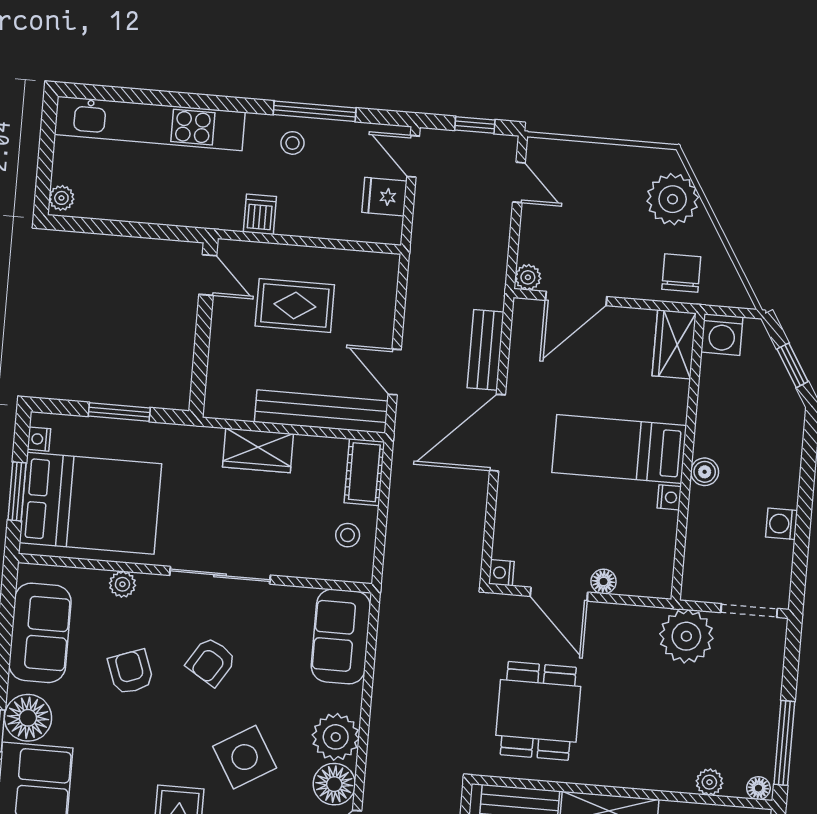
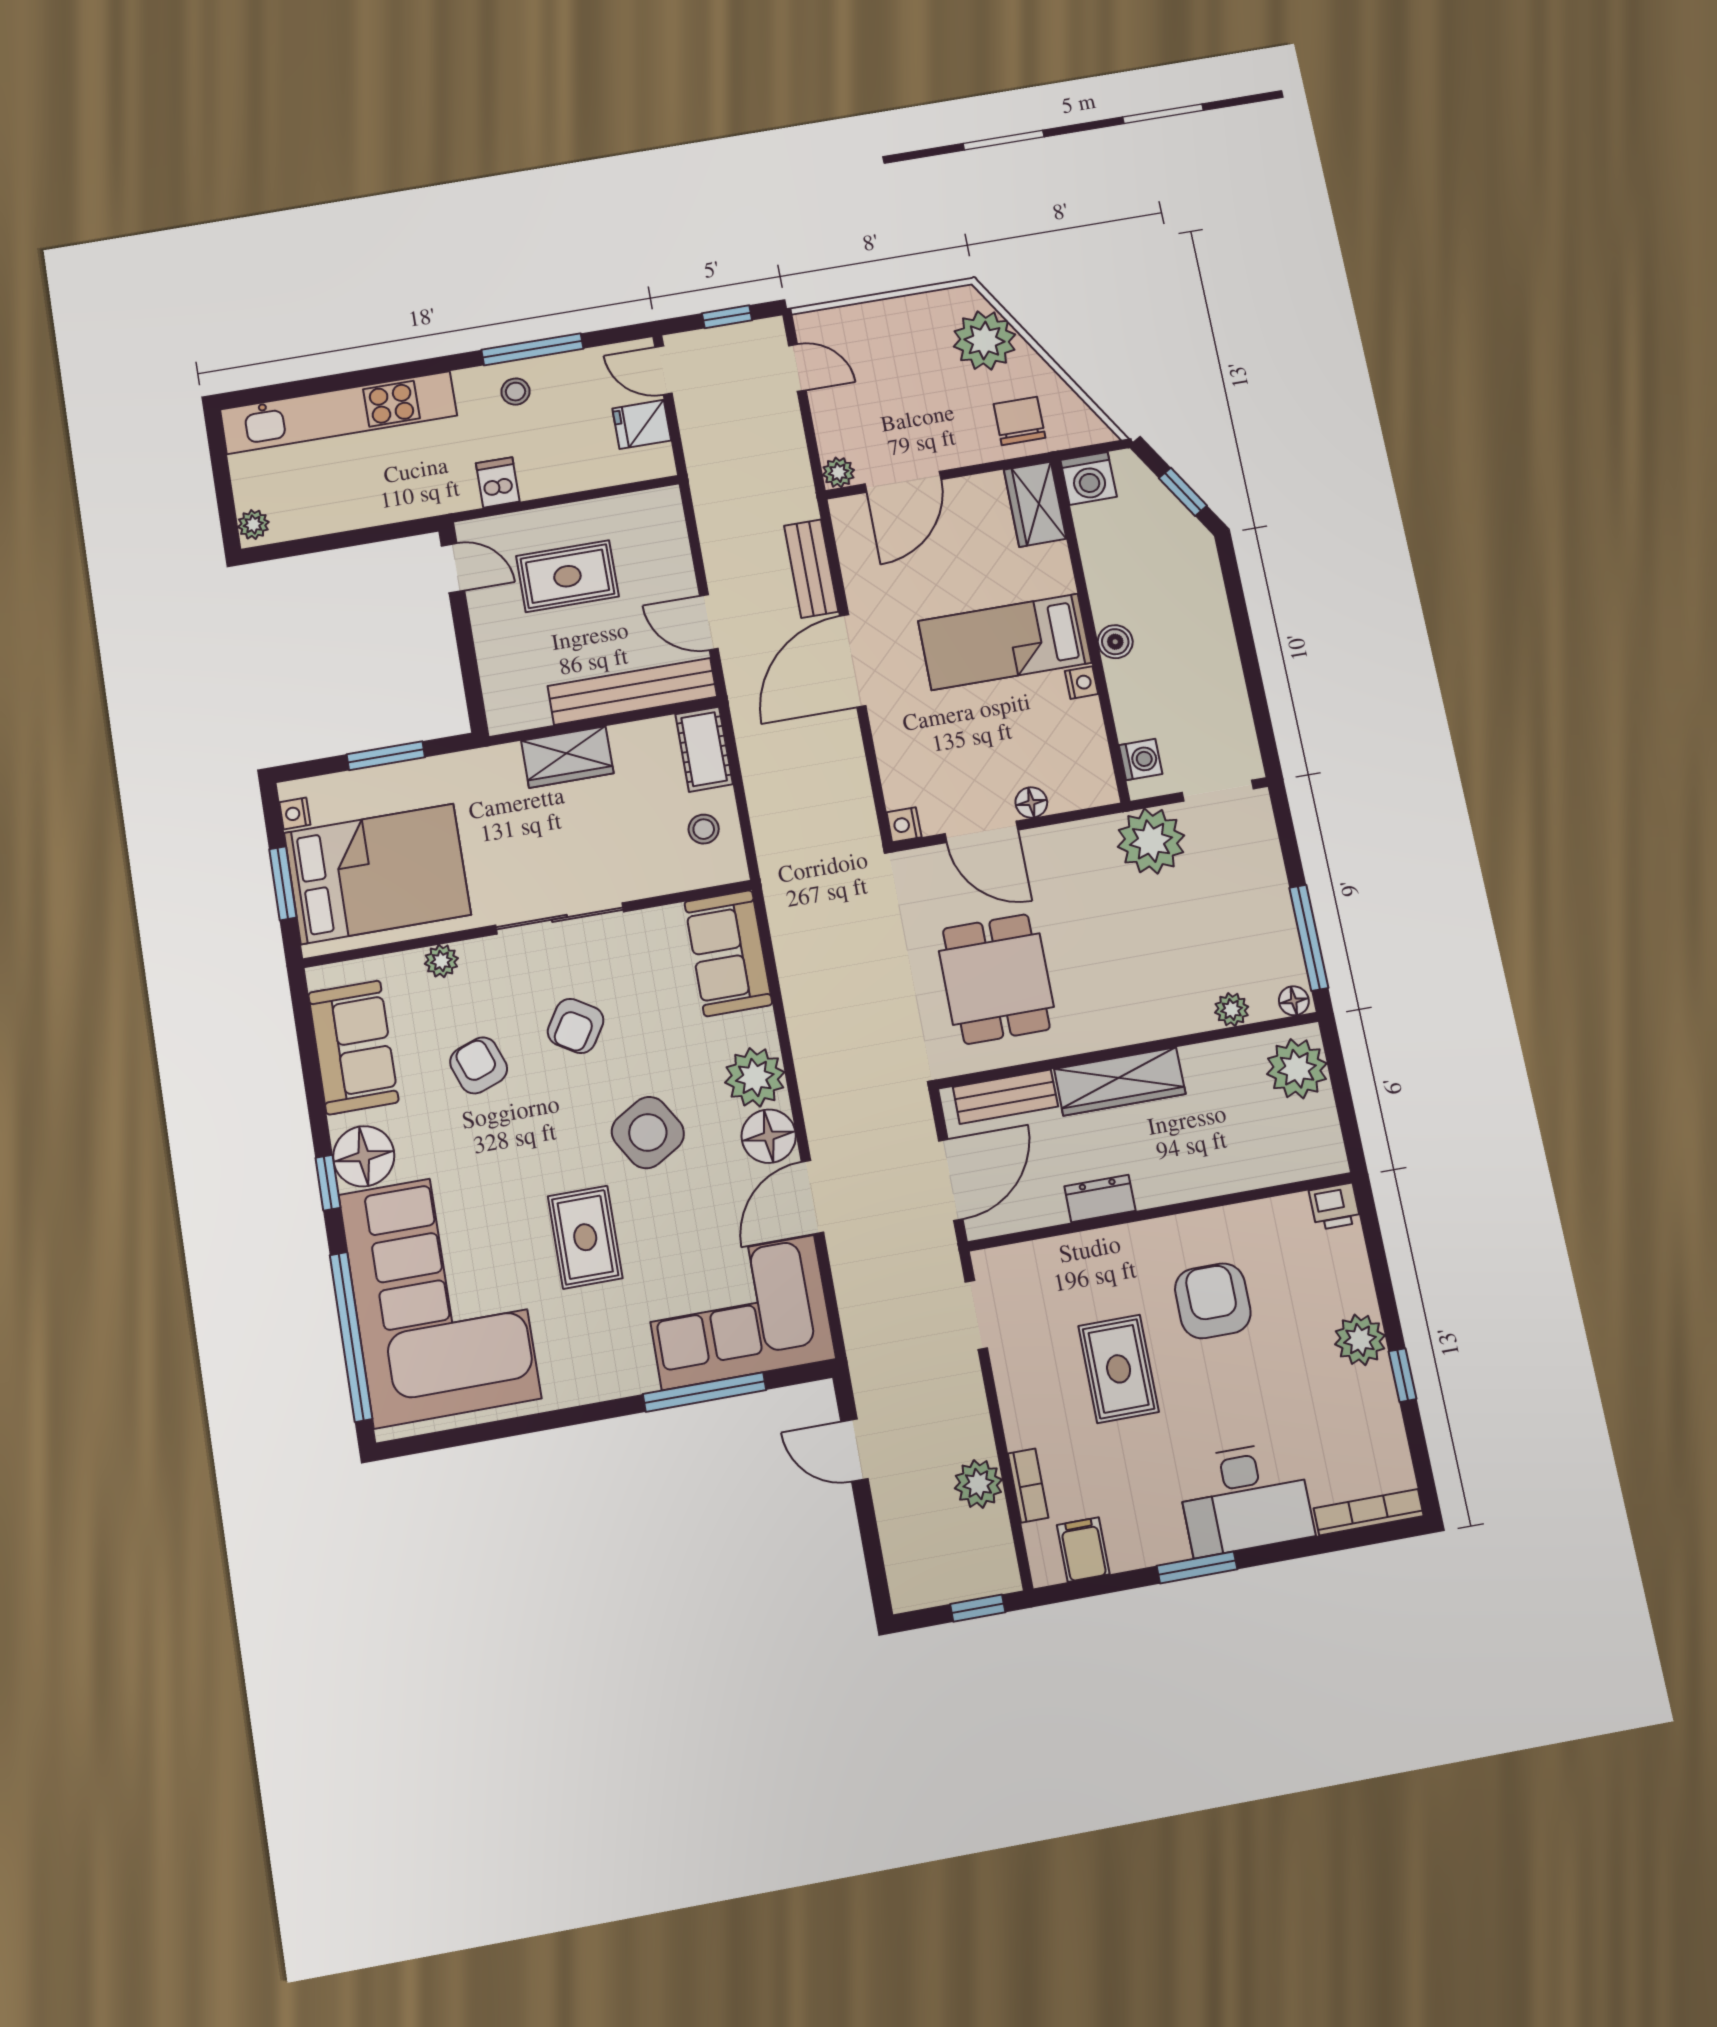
washing machine: (782, 524) -> (1141, 760), moved, turned 180

